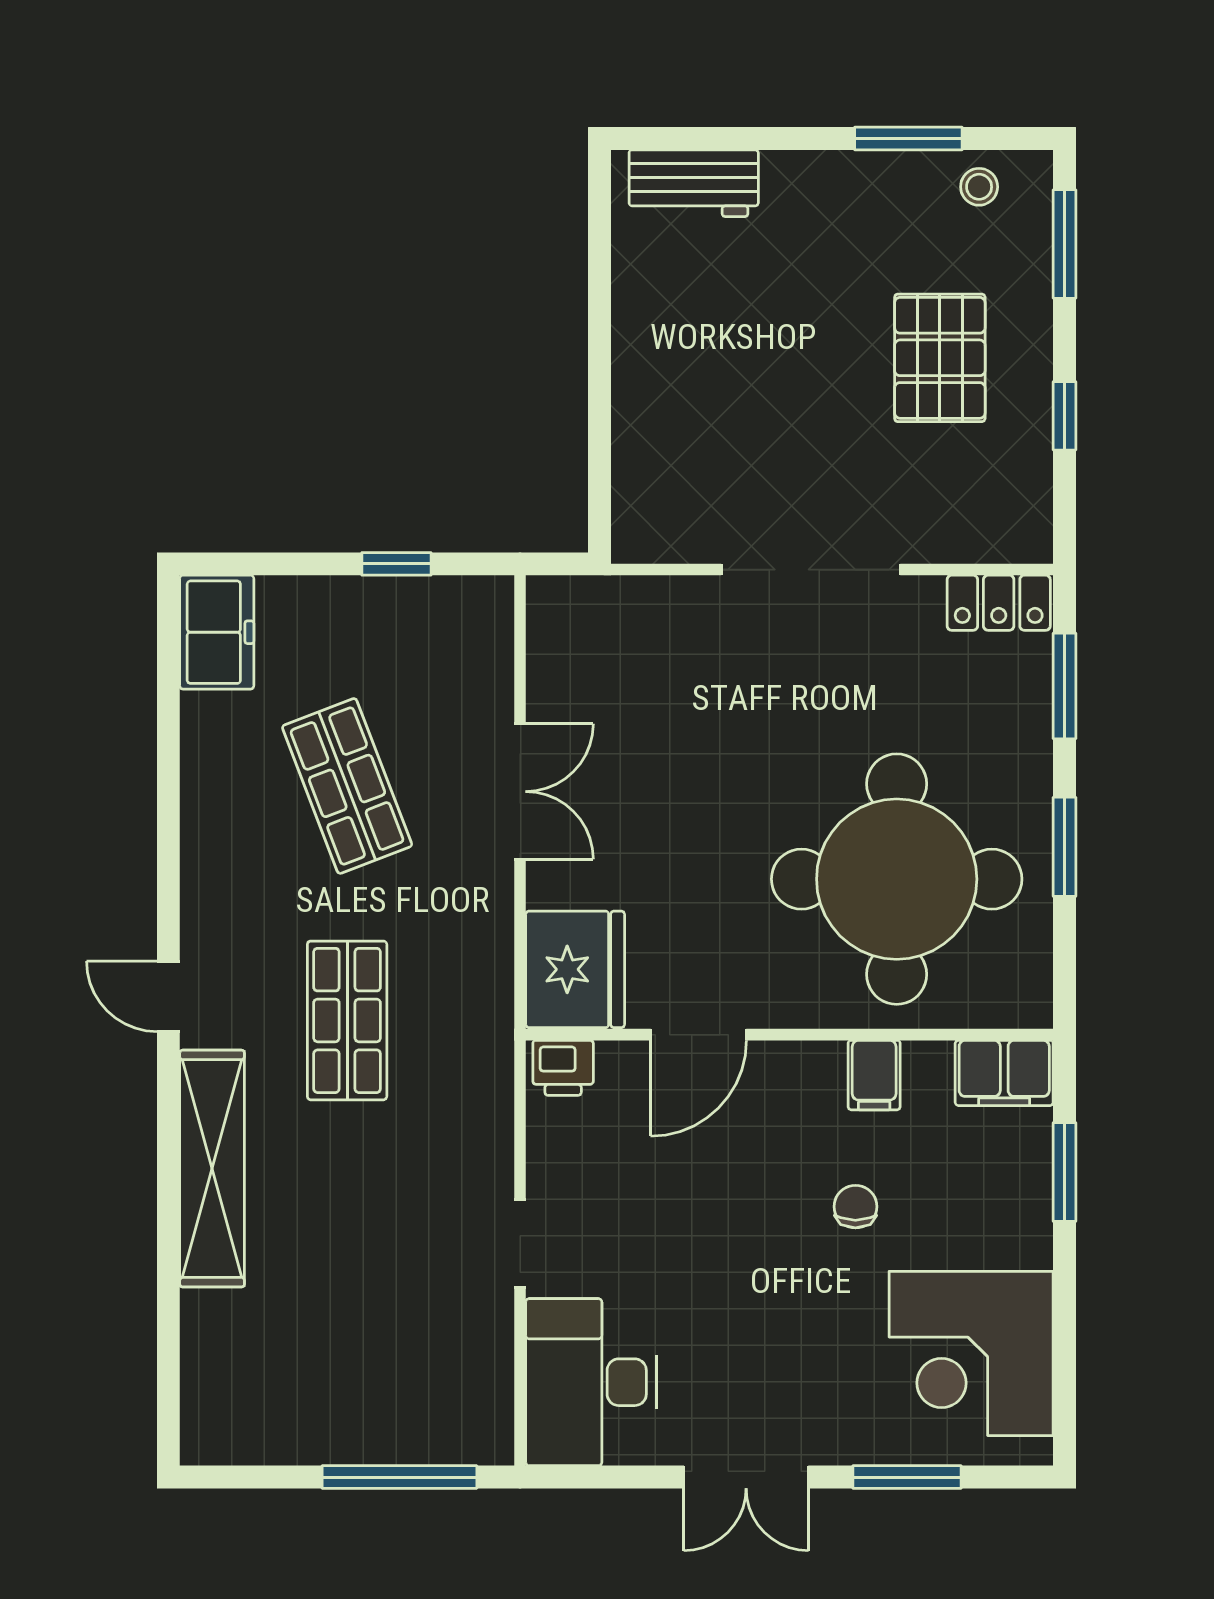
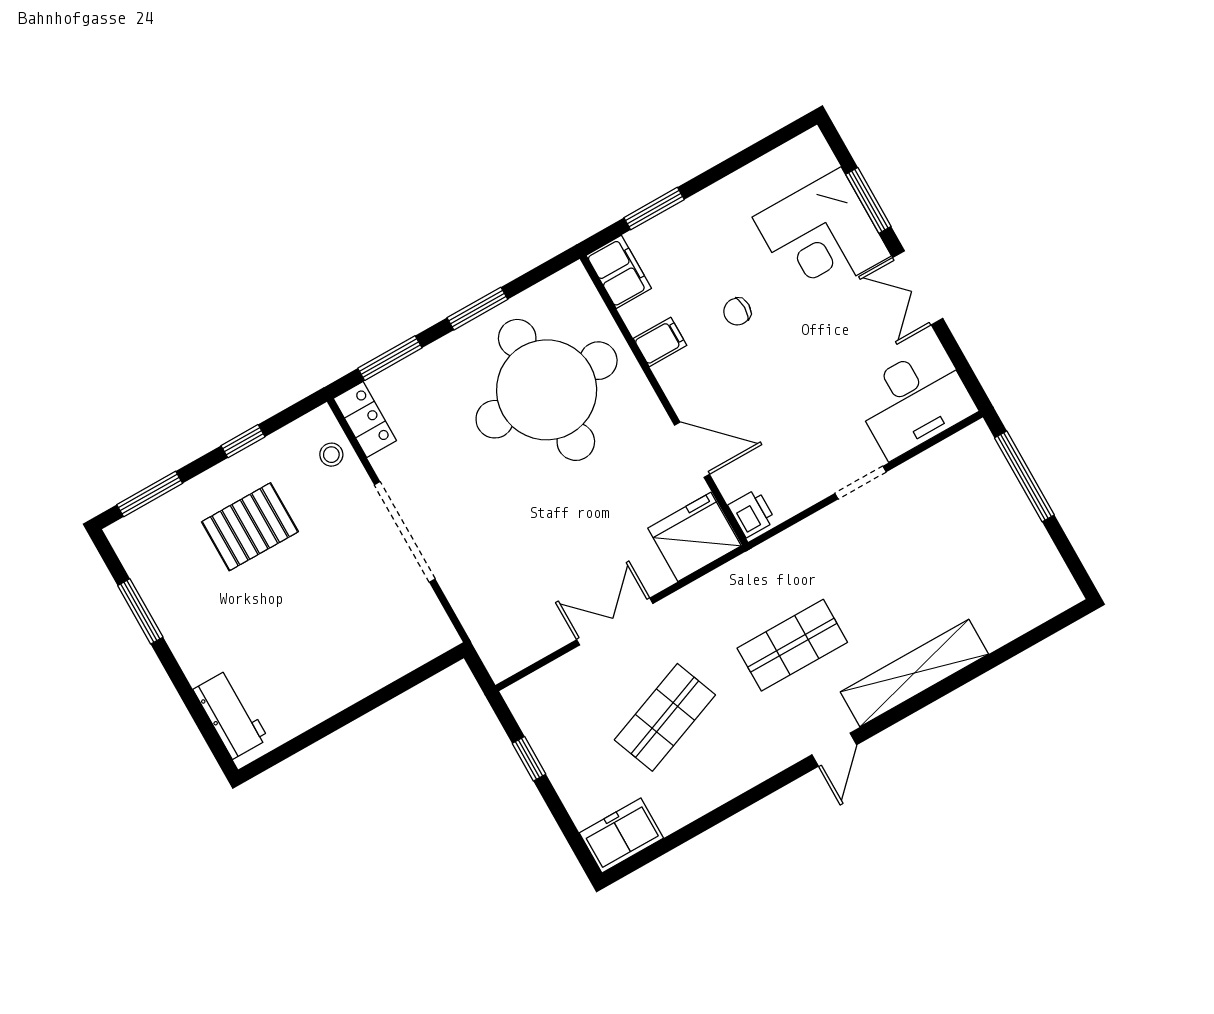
stool: (979, 187) -> (331, 455), moved
corner desk: (971, 1353) -> (822, 236), moved, turned 90
double door: (746, 1477) -> (918, 288), swing flipped

